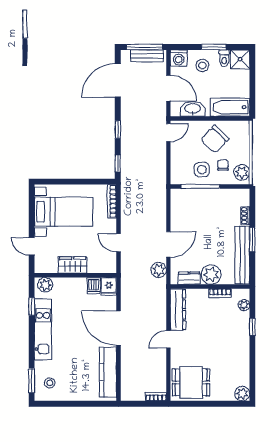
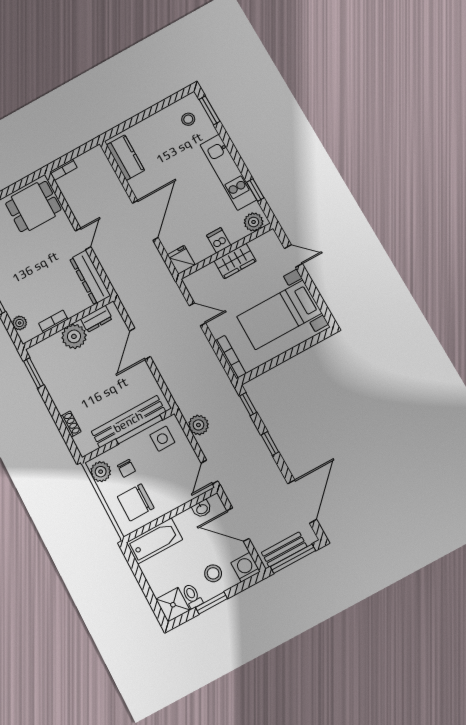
washbasin: (193, 109) -> (202, 509), width x0.52, depth x0.69
chair: (215, 139) -> (136, 502), moved, turned -134
side table: (202, 170) -> (162, 439), moved
window: (252, 240) -> (34, 373), moved
bench: (242, 255) -> (128, 422), moved, turned 90
plant: (159, 270) -> (198, 425), moved
dishwasher: (94, 286) -> (219, 240), moved
door: (118, 328) -> (145, 220), hinge flipped
kitchen counter: (108, 372) -> (125, 158), width x0.67

